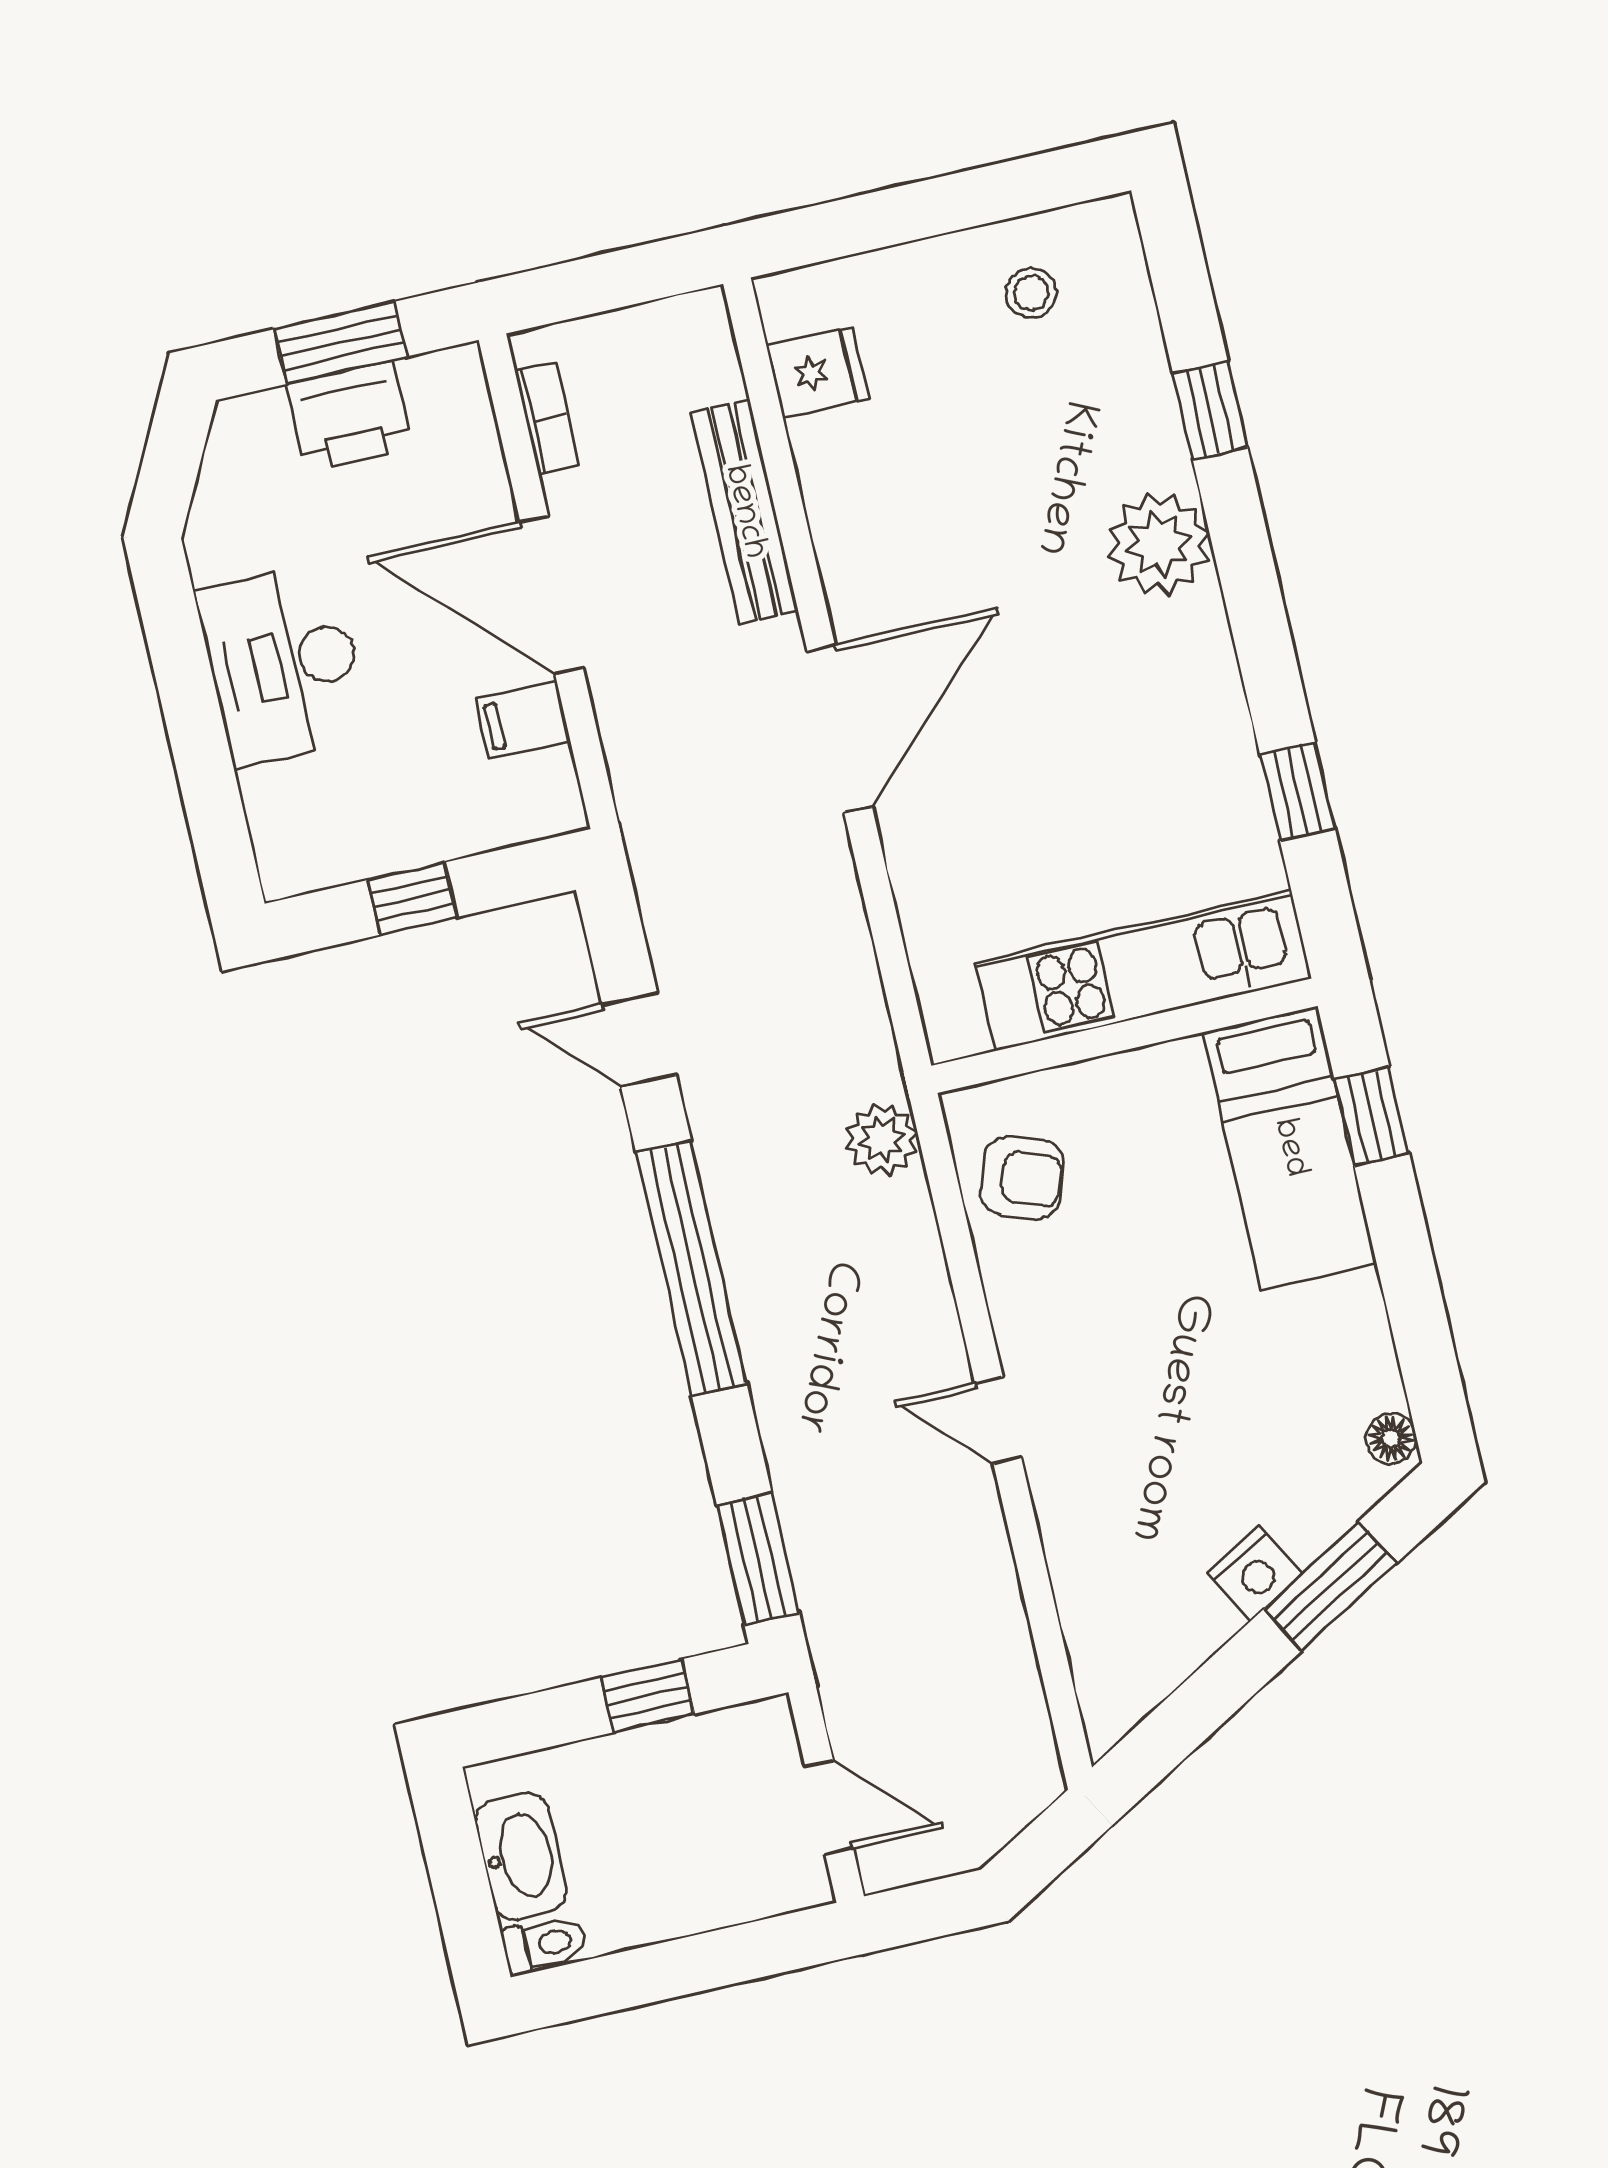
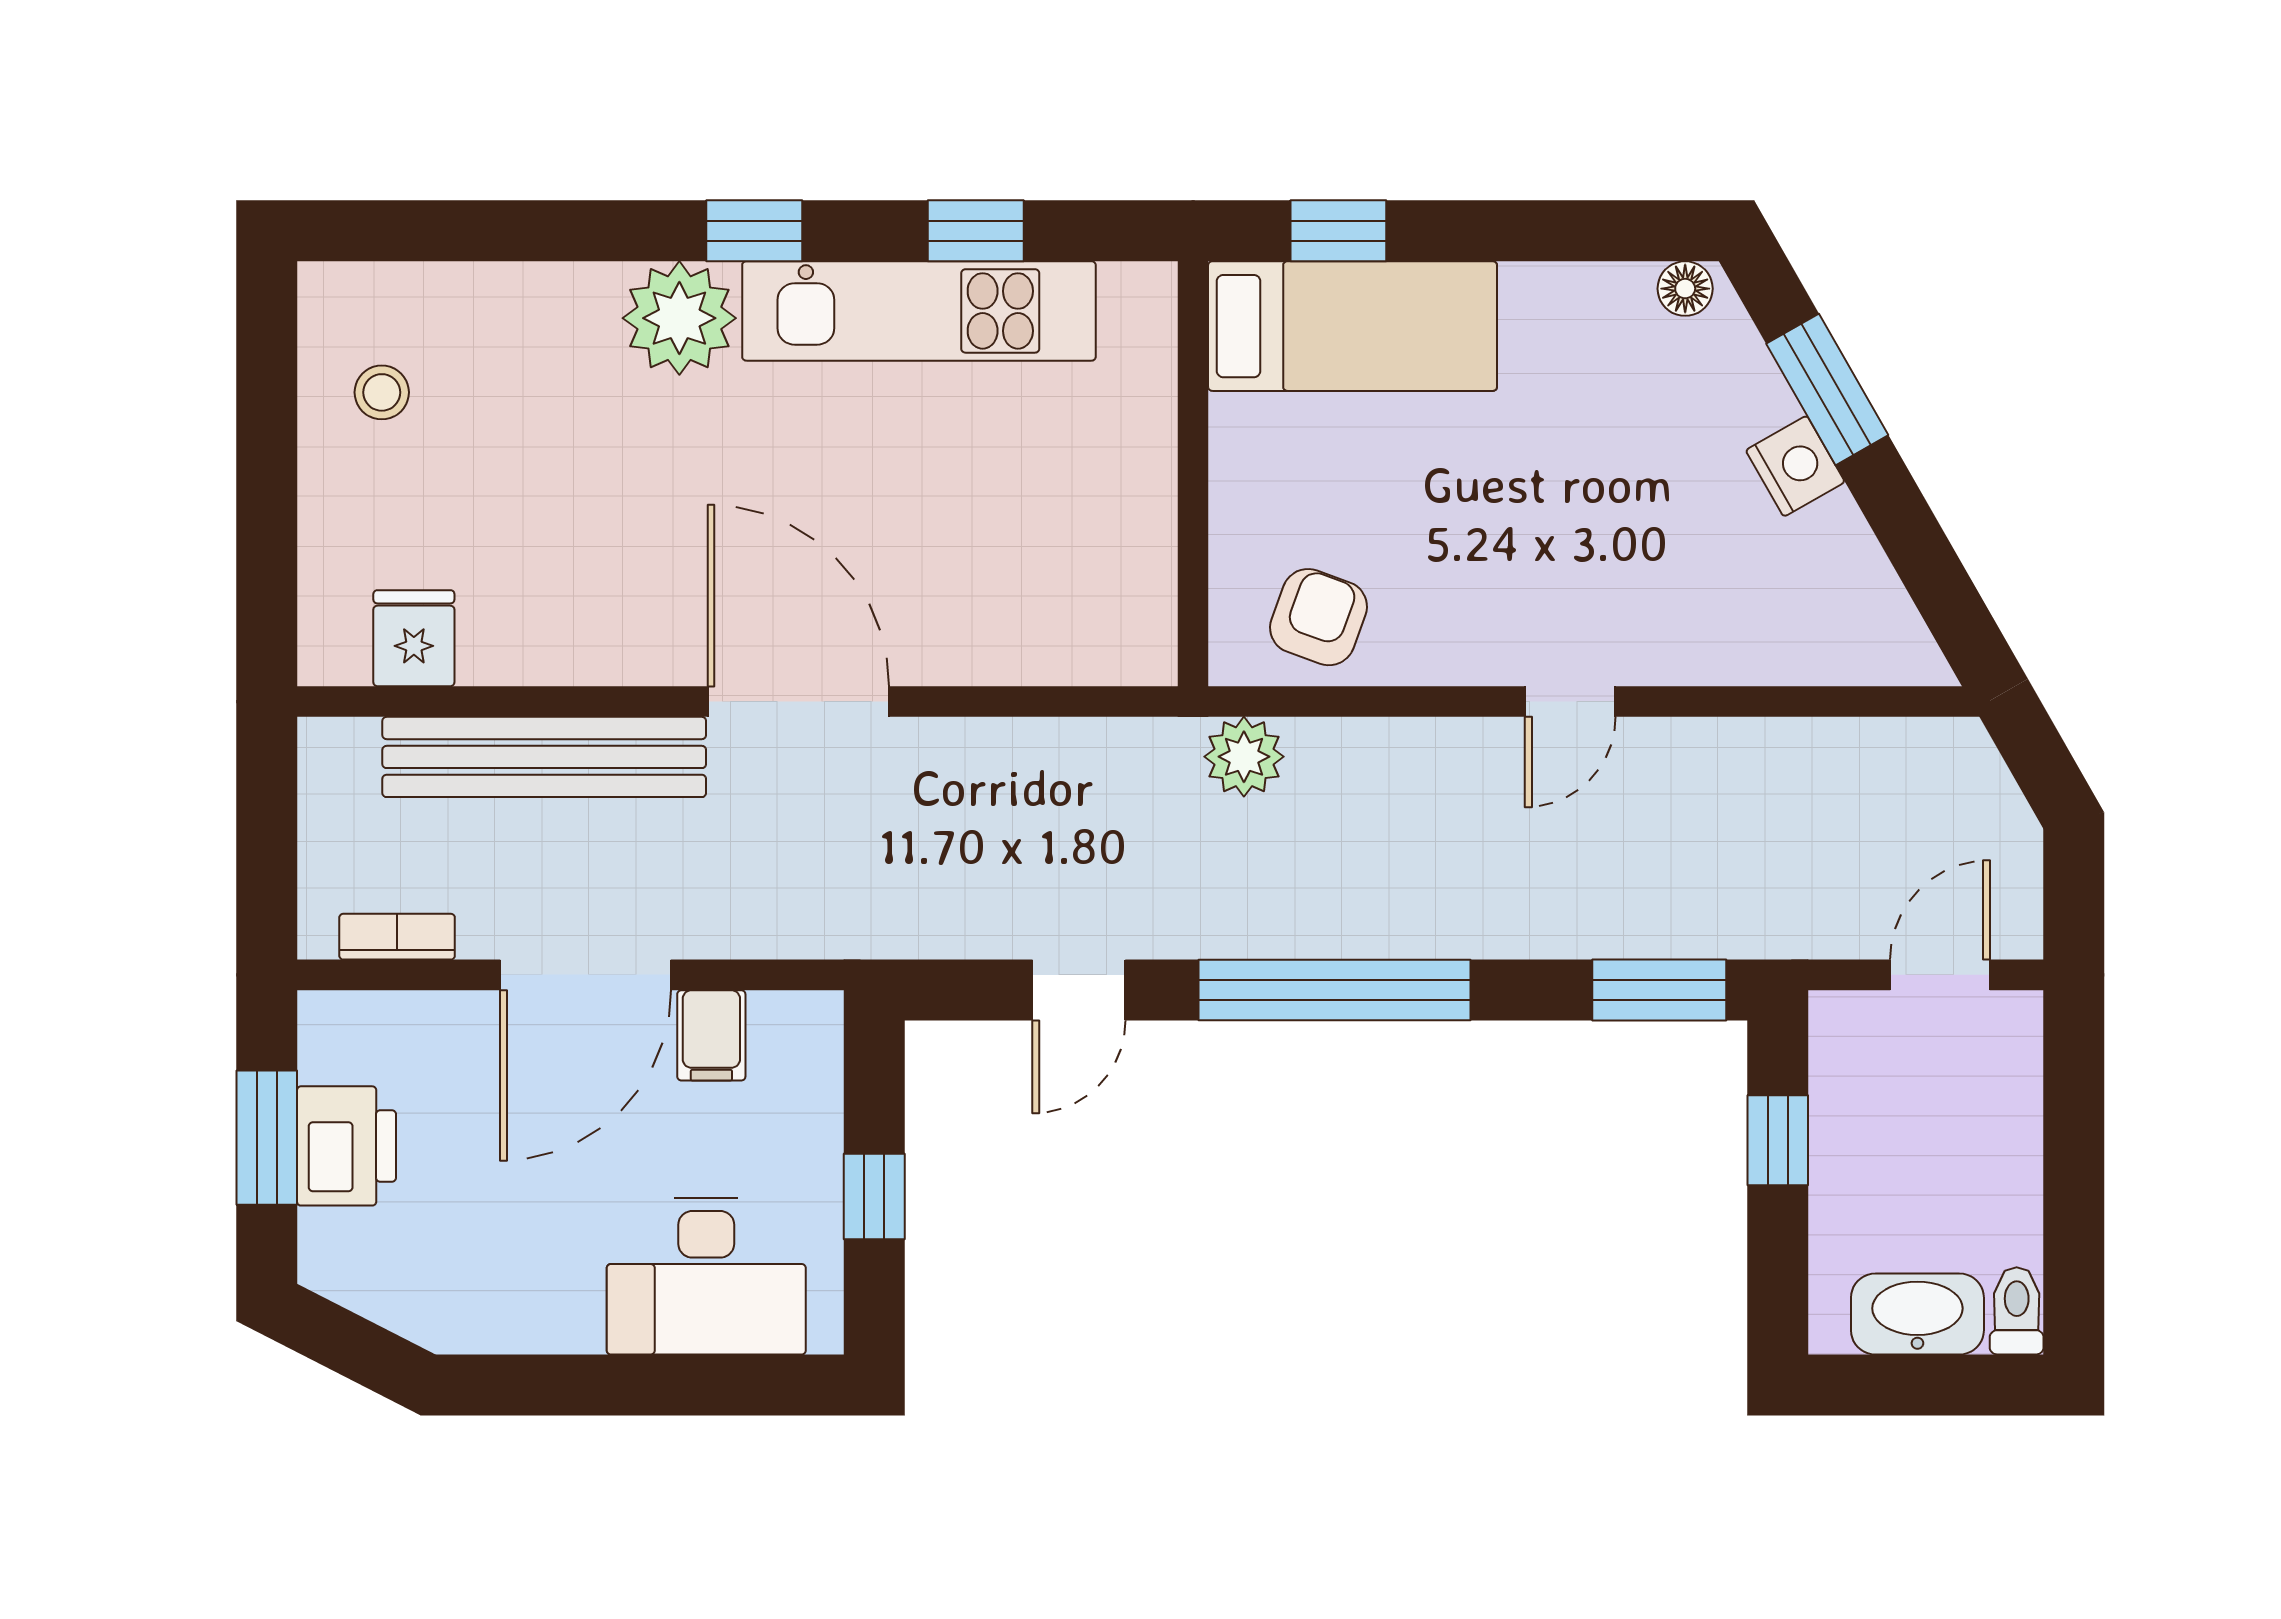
window: (1210, 410) -> (754, 231), moved
bench: (744, 512) -> (544, 757), width x1.37, depth x1.21
desk: (283, 664) -> (706, 1276), moved
kitchen unit: (1143, 970) -> (919, 311), moved, turned -90

